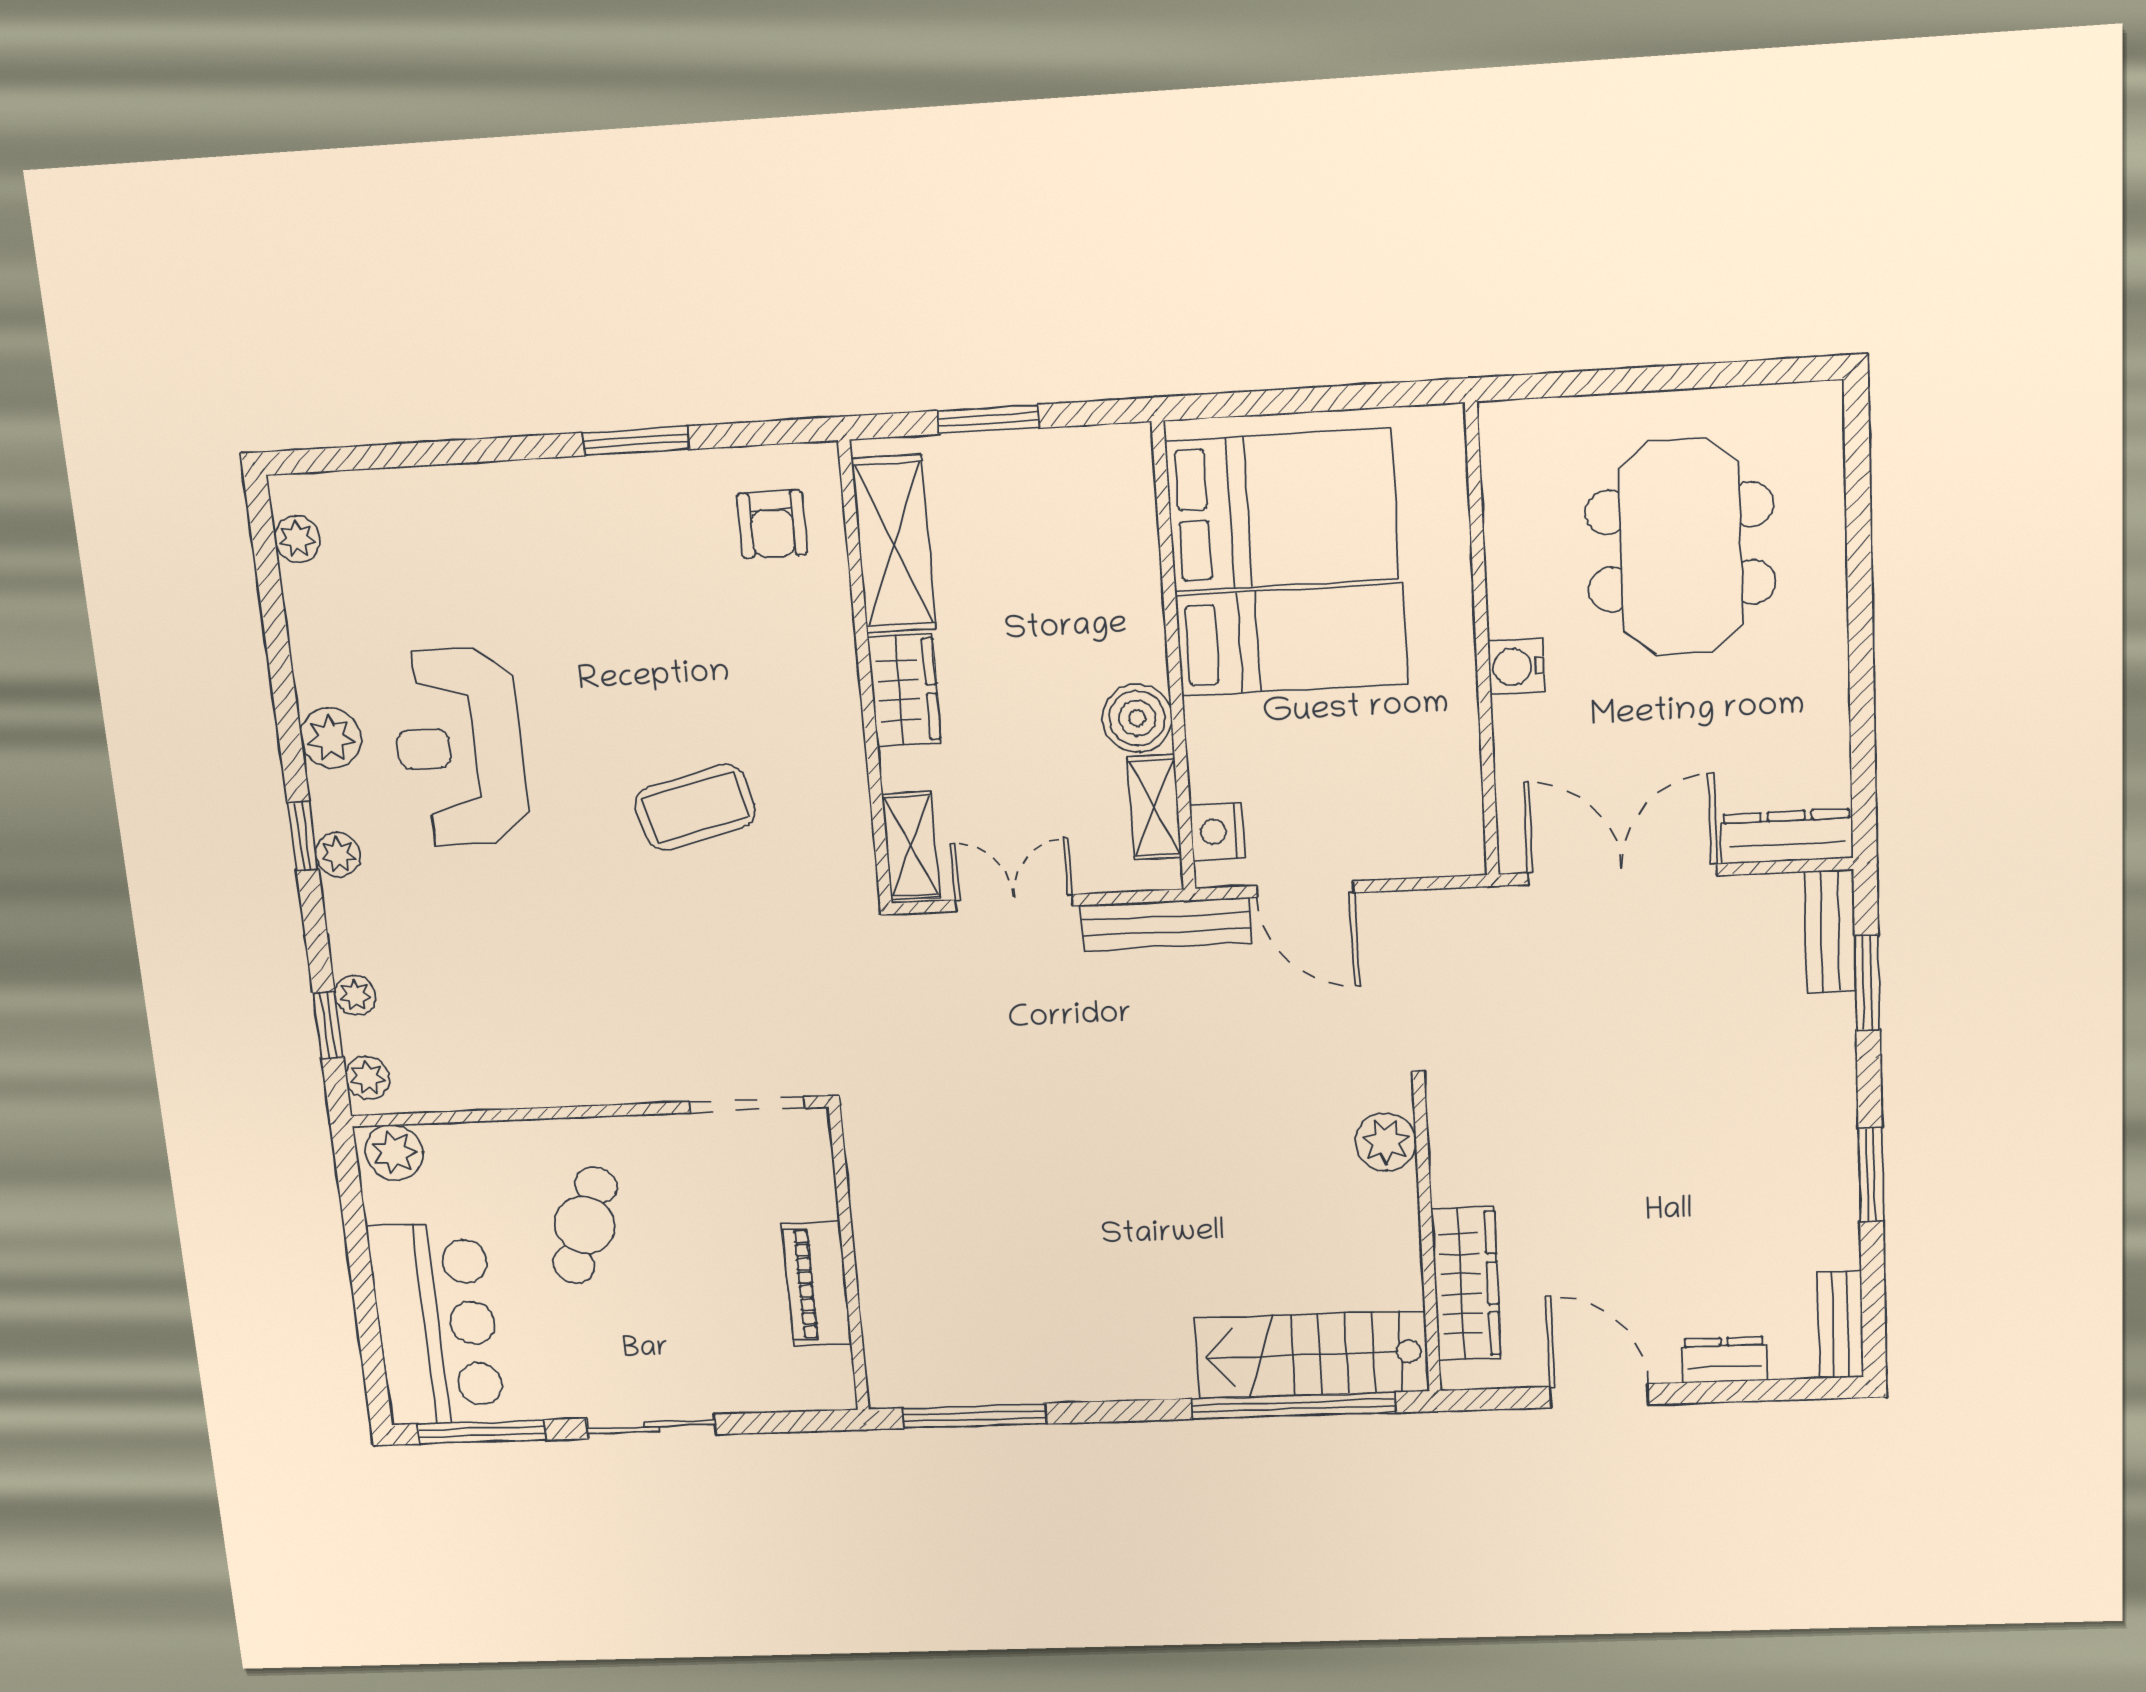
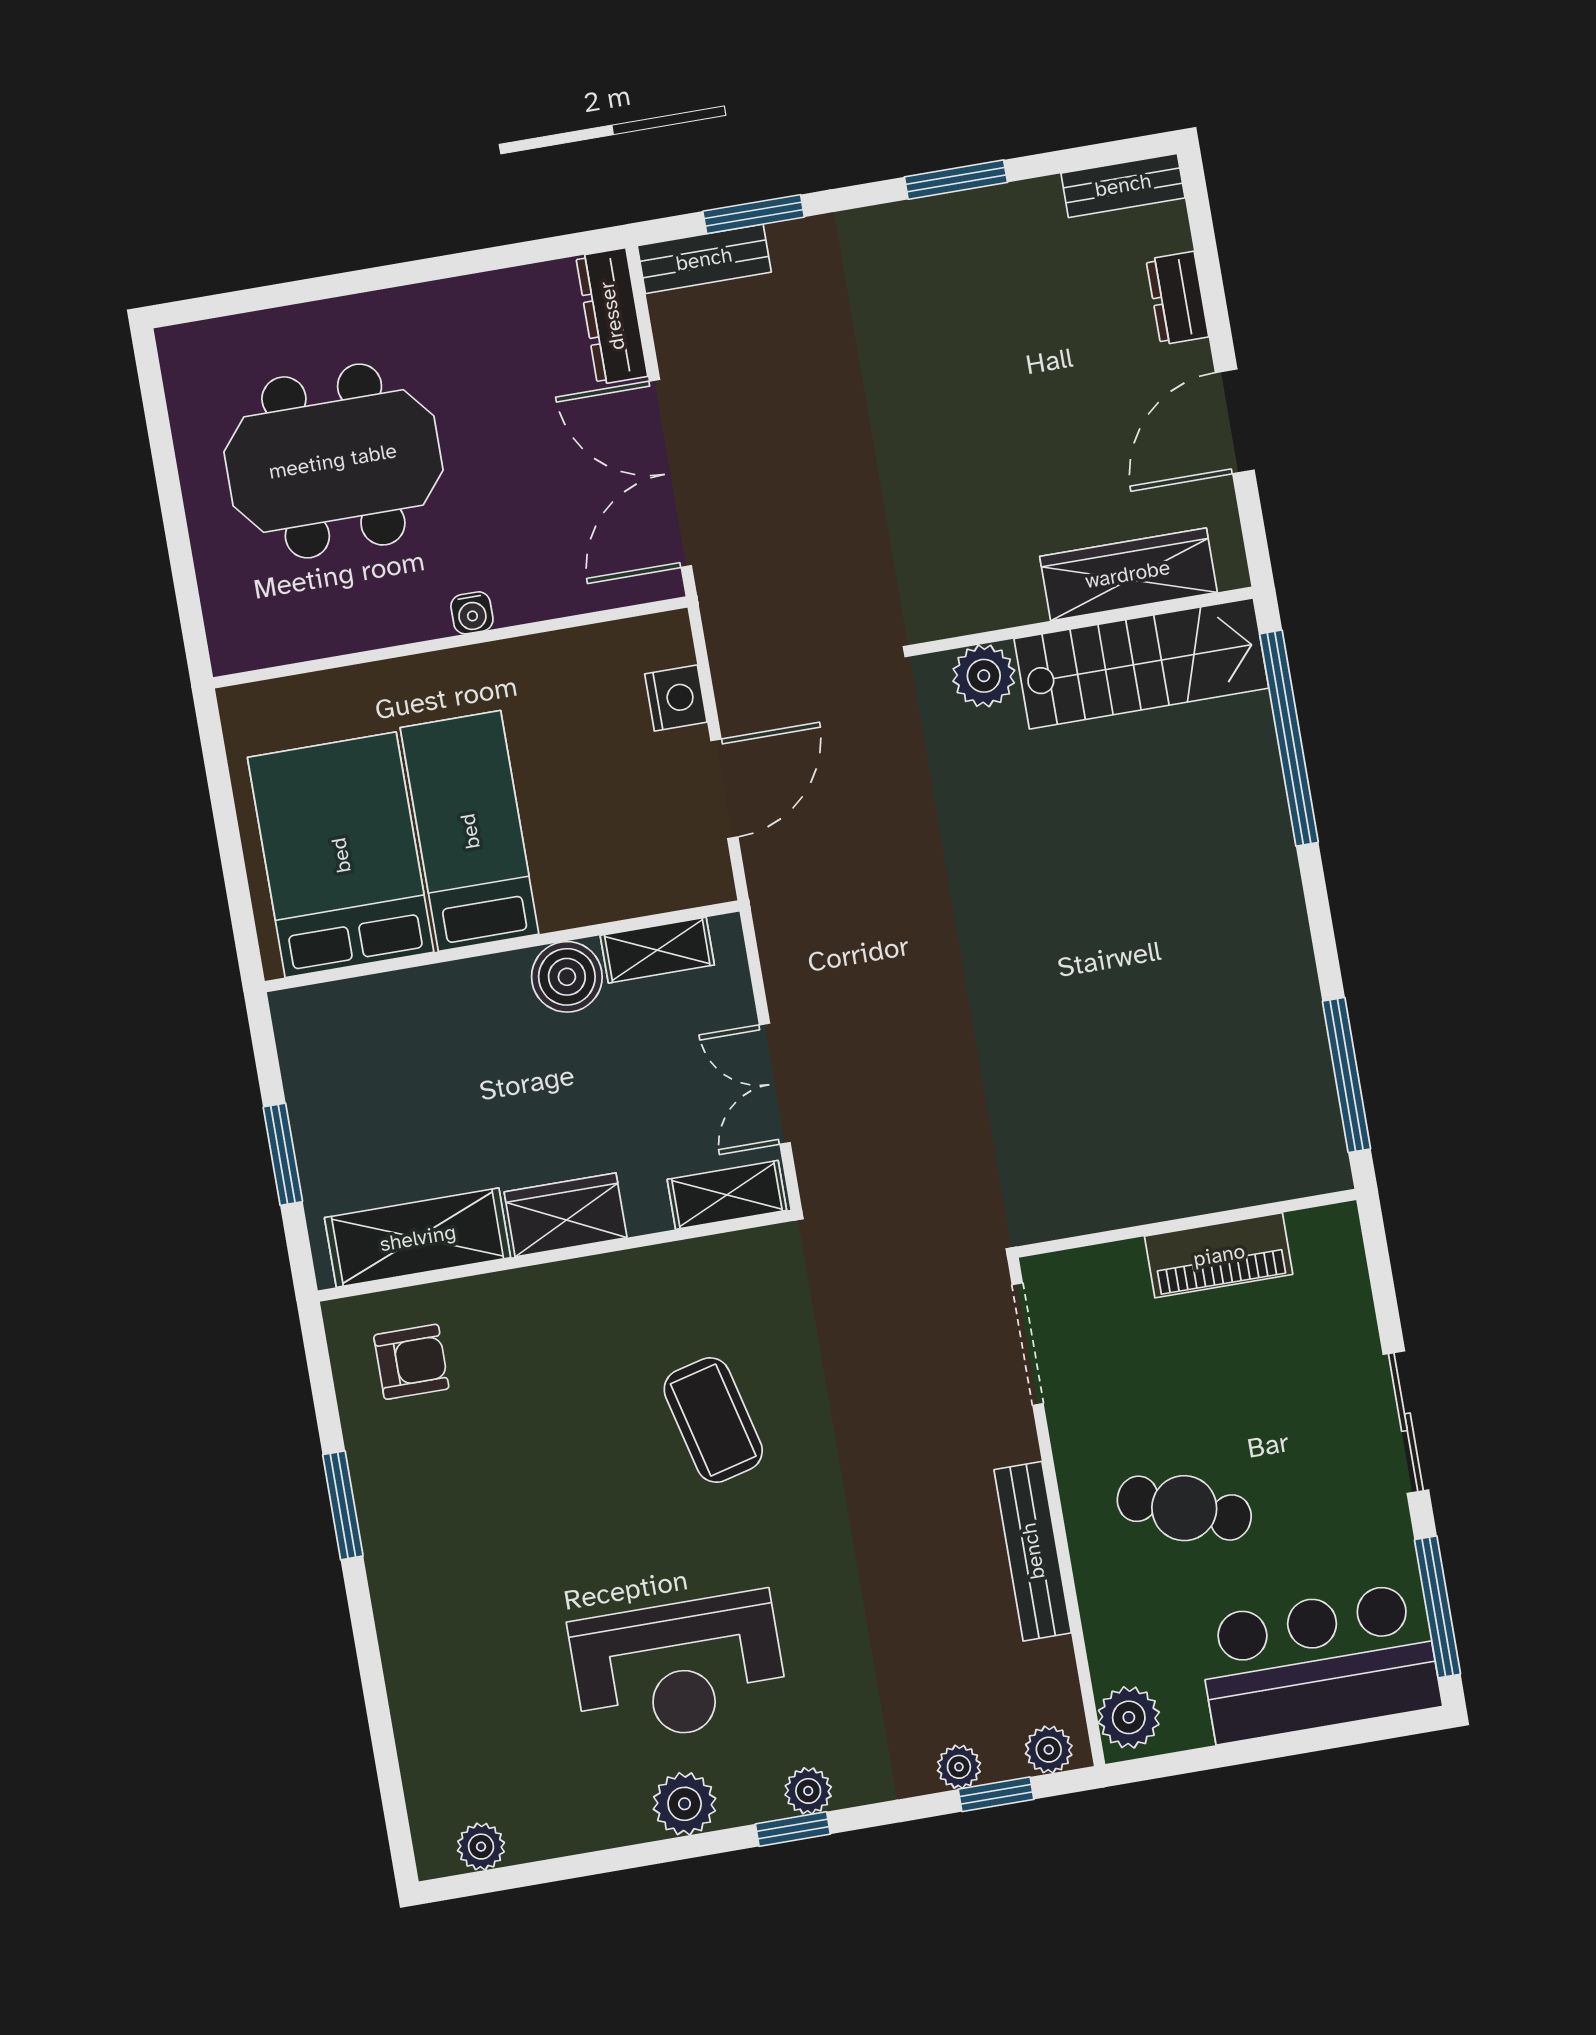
water cooler: (1517, 667) -> (472, 613), width x0.72, depth x0.72
nightstand: (1217, 831) -> (676, 698), moved, turned -90
bench: (1166, 924) -> (1033, 1551), moved
stairs: (1312, 1355) -> (1141, 663), moved, turned -90

